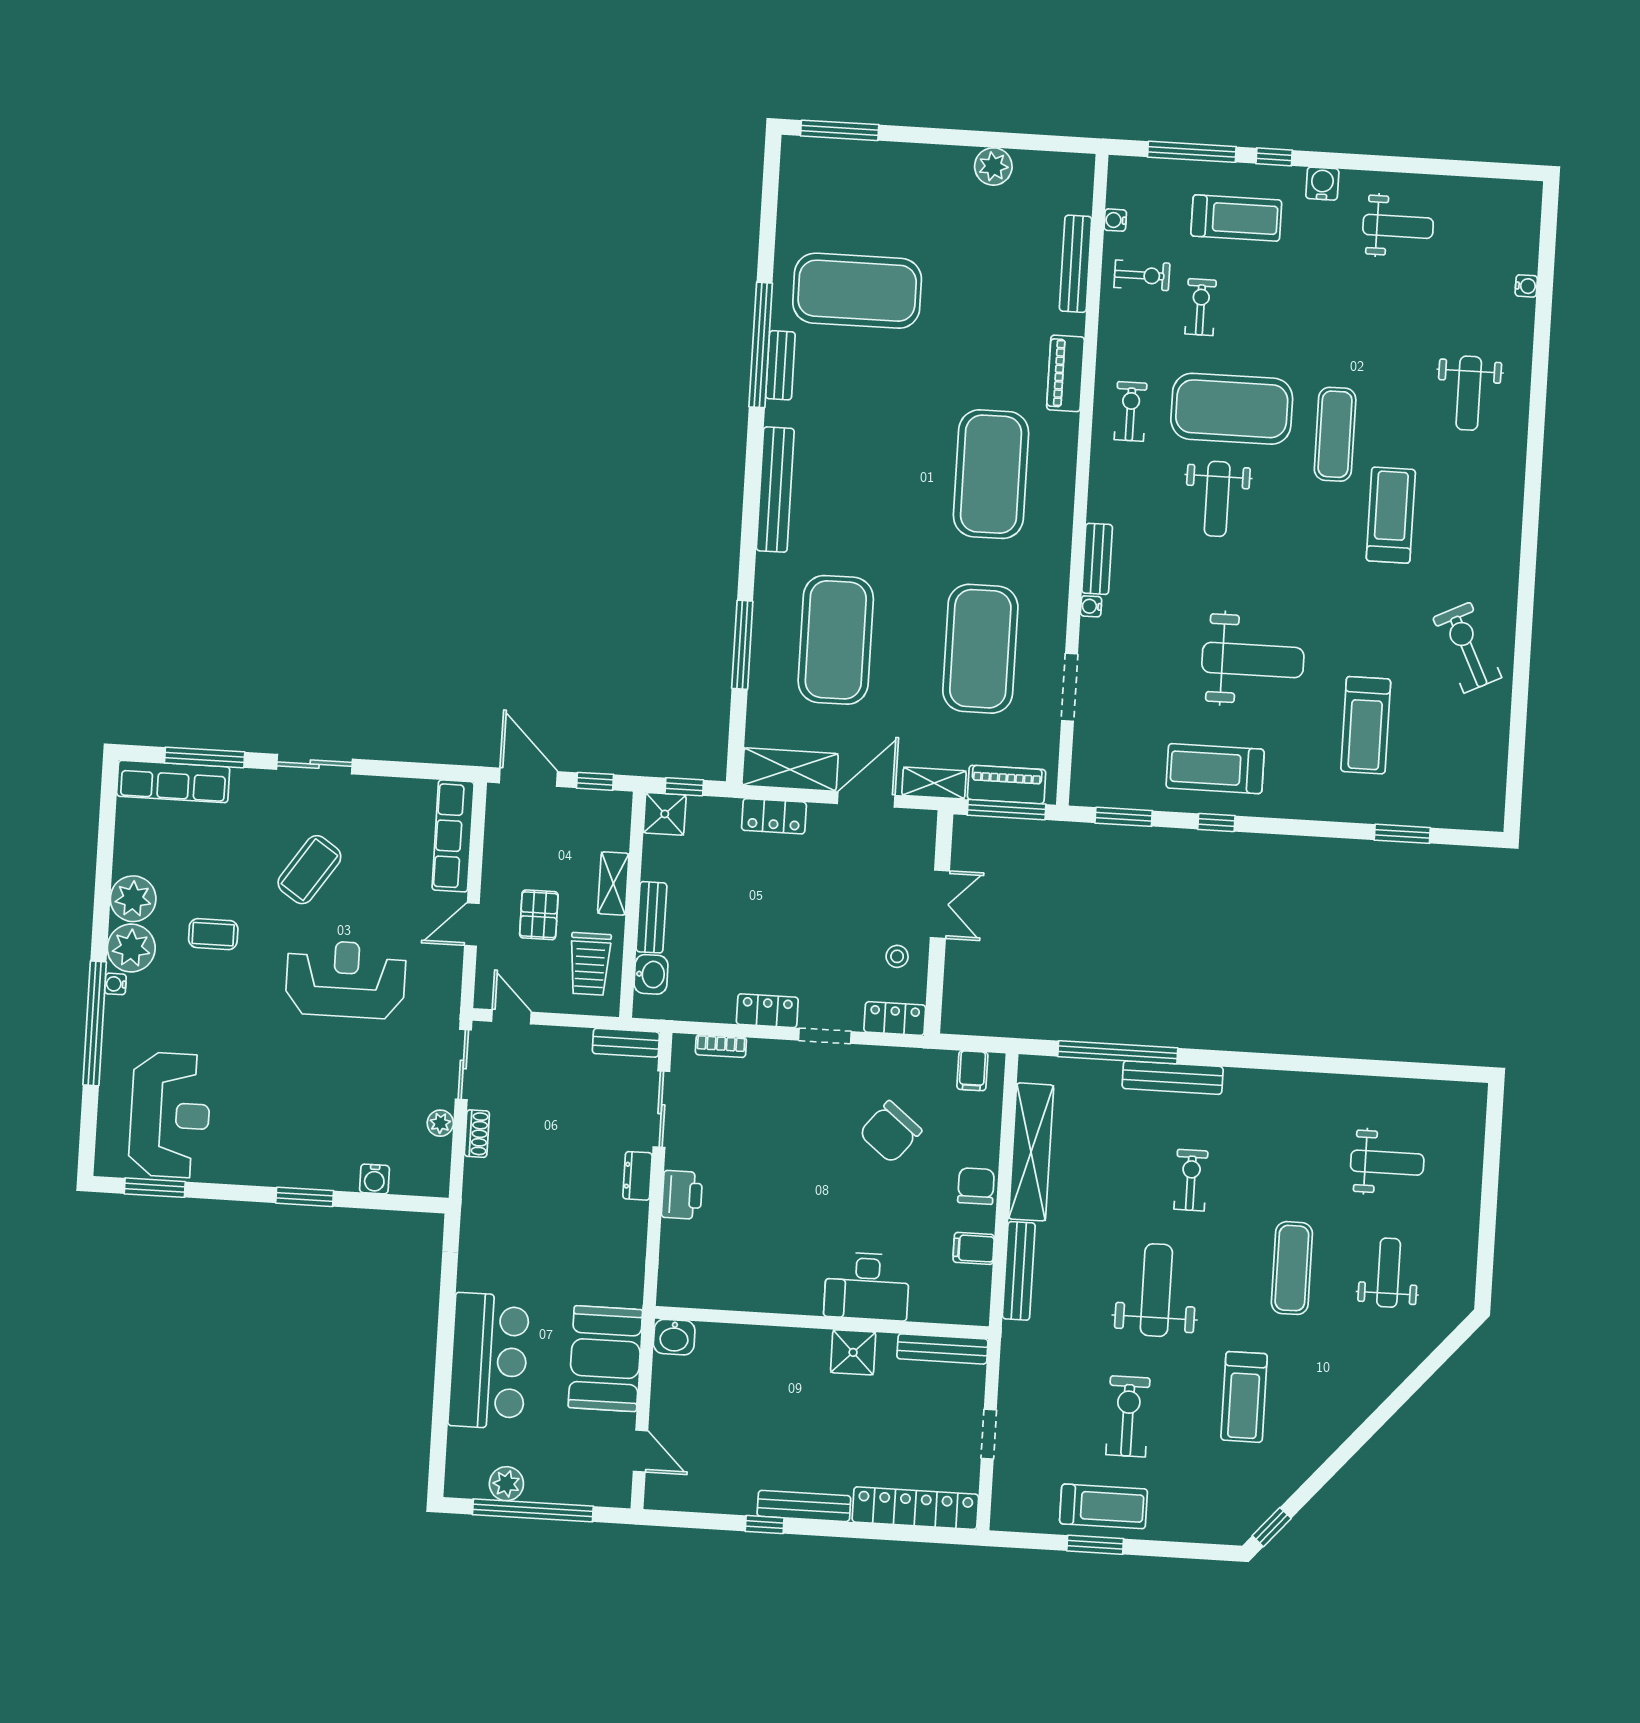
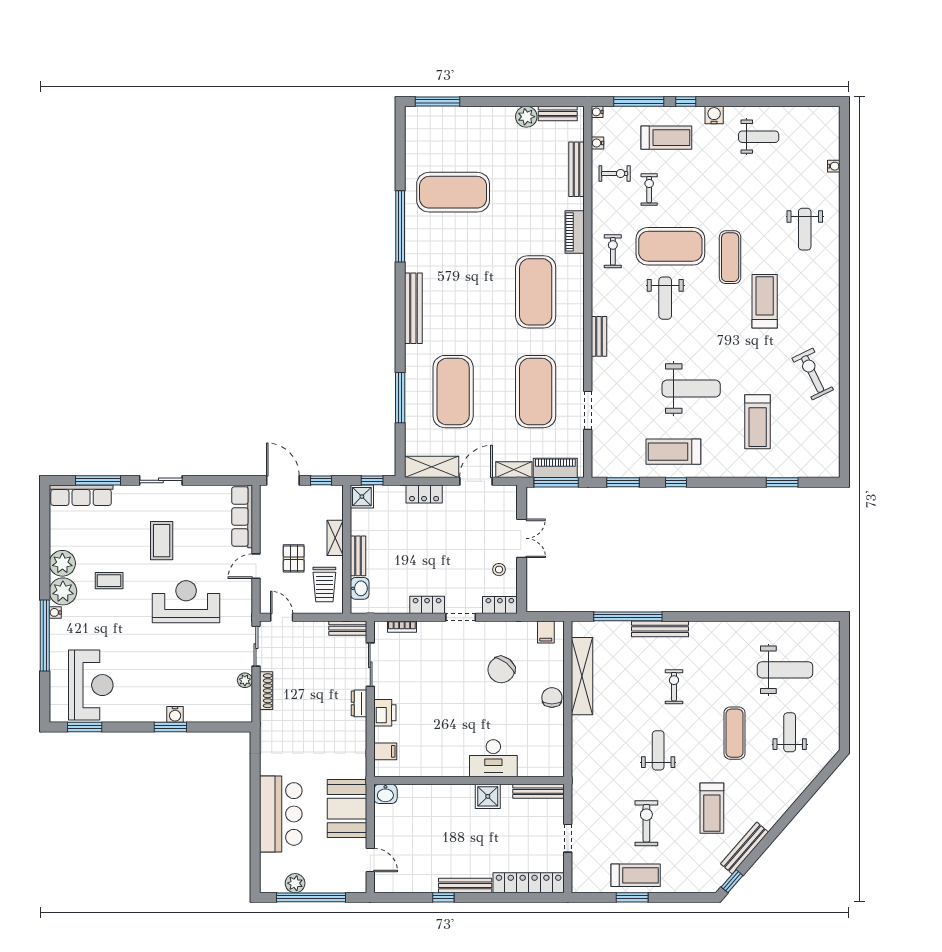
bench: (780, 365) -> (558, 113), moved, turned 90
water cooler: (1091, 606) -> (597, 112), moved
coffee table: (309, 870) -> (162, 541), turned -34
shoe rack: (477, 1134) -> (266, 691), width x1.43
weight bench: (1387, 1163) -> (785, 670), width x1.36, depth x1.33
water cooler: (374, 1179) -> (175, 714), moved
filing cabinet: (974, 1248) -> (385, 751), moved, turned 180
bench: (1019, 1271) -> (745, 848), moved, turned 41
weight bench: (1156, 1290) -> (658, 750), width x0.73, depth x0.75

